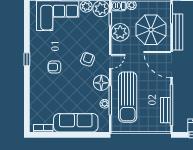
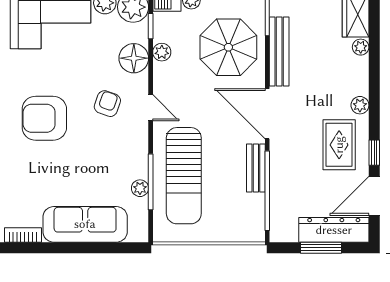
plant: (120, 32) -> (162, 52), width x0.53, depth x0.53
door: (110, 62) -> (151, 108), hinge flipped
armchair: (54, 67) -> (44, 118), width x1.88, depth x1.88
floor lamp: (101, 83) -> (134, 58), moved
bench: (165, 110) -> (256, 168), moved

